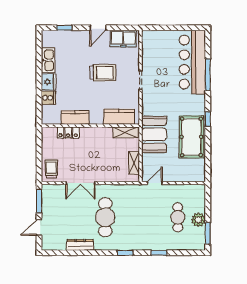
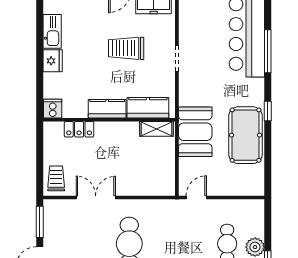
trolley: (103, 73) -> (126, 48), turned 180
cooker: (48, 98) -> (53, 109), moved, turned -90
kitchen counter: (75, 117) -> (107, 109), moved
shelving: (134, 163) -> (168, 170), removed
double door: (80, 183) -> (96, 197), swing flipped

